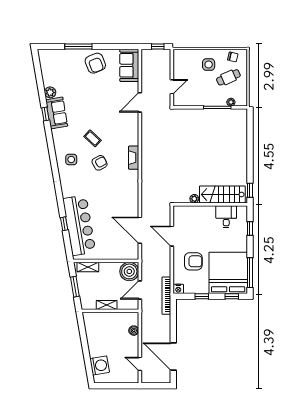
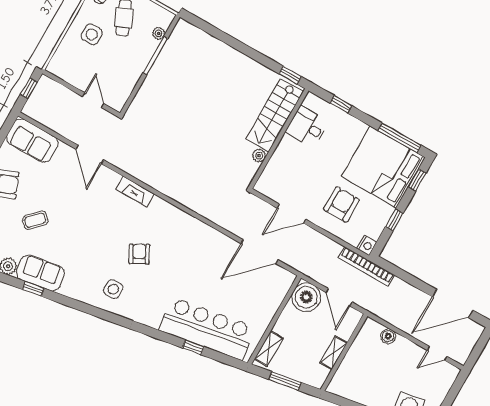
coffee table: (93, 138) -> (35, 220), moved
fireplace: (134, 158) -> (135, 192), moved

